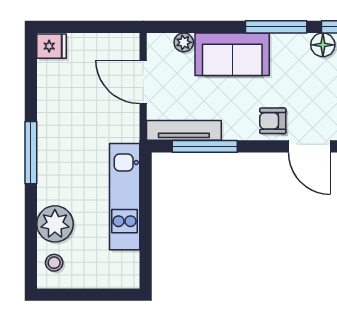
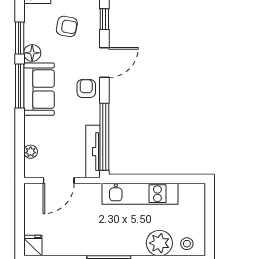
sofa: (232, 54) -> (39, 89), moved
armchair: (273, 121) -> (86, 88), turned 180
window: (205, 146) -> (104, 137), width x1.46

